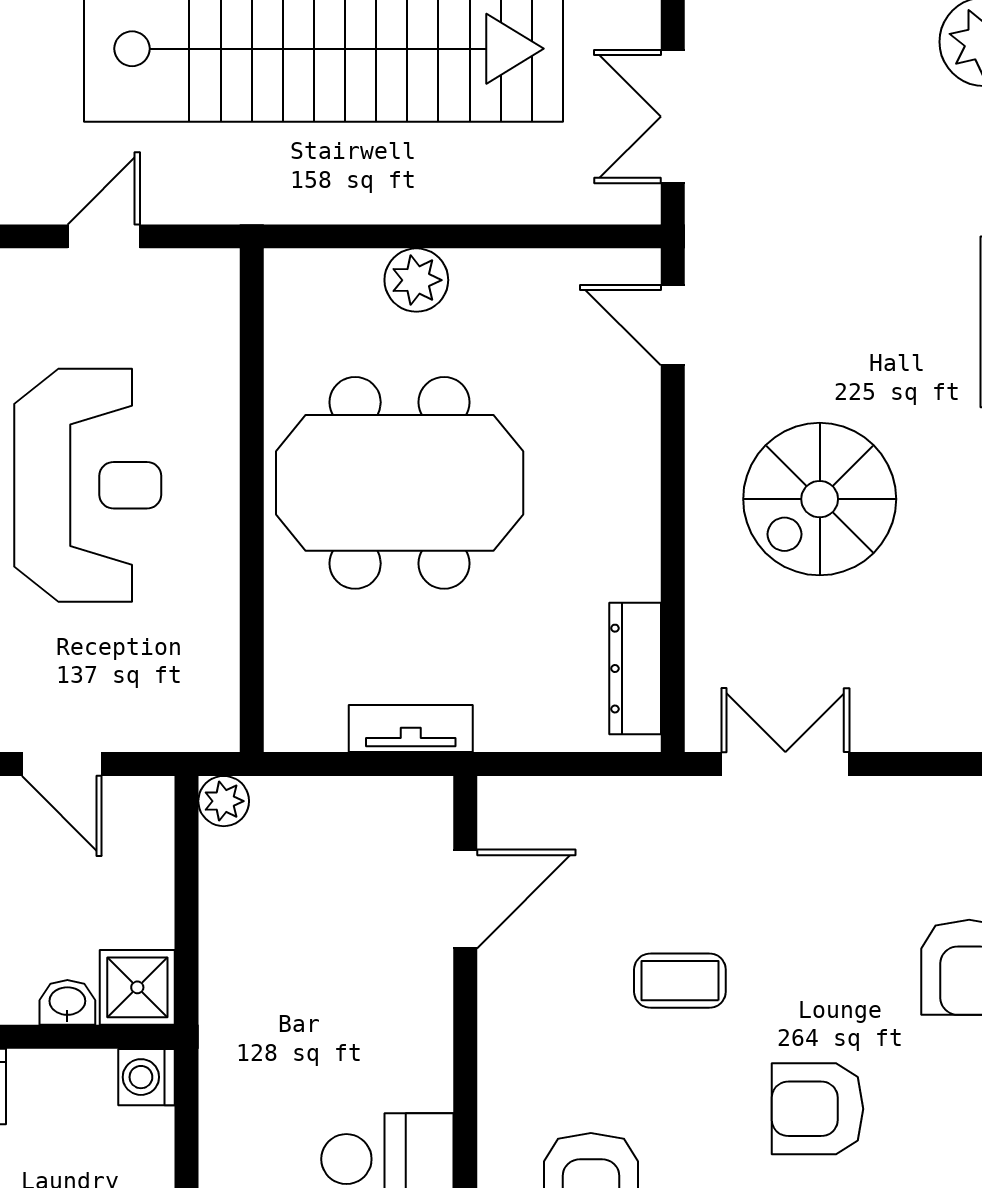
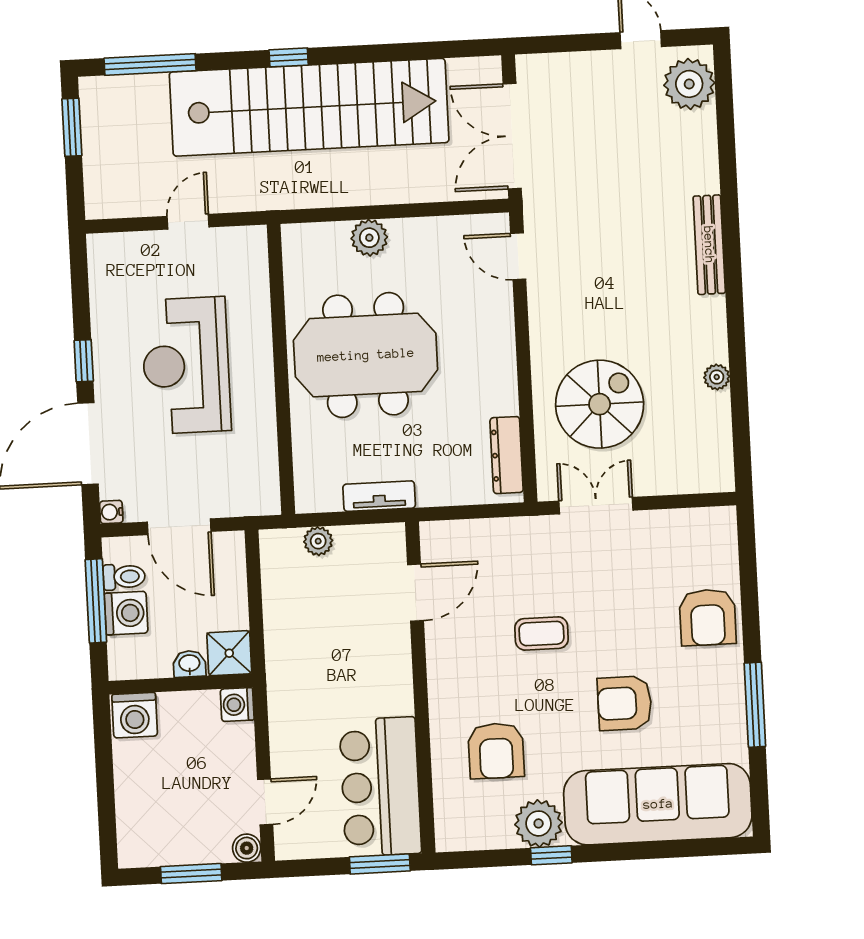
double door: (673, 117) -> (512, 136), width x1.37
reception desk: (88, 485) -> (186, 365), turned 180
spiral stairs: (820, 499) -> (600, 404), moved, turned 180
door: (62, 764) -> (179, 527), width x1.38
plant: (224, 801) -> (318, 541), moved

